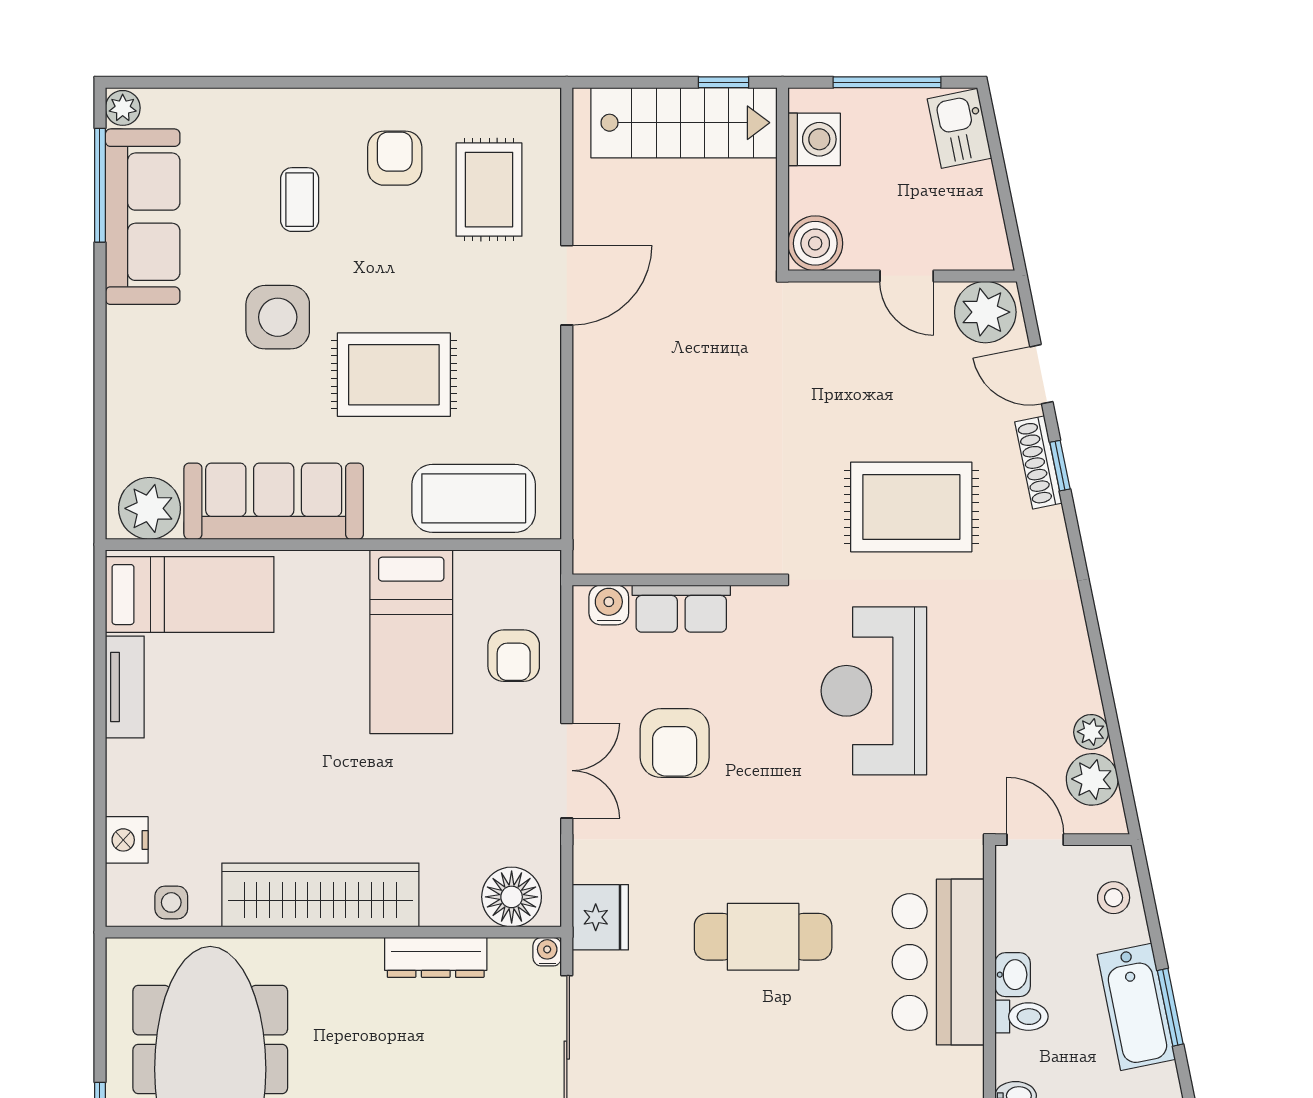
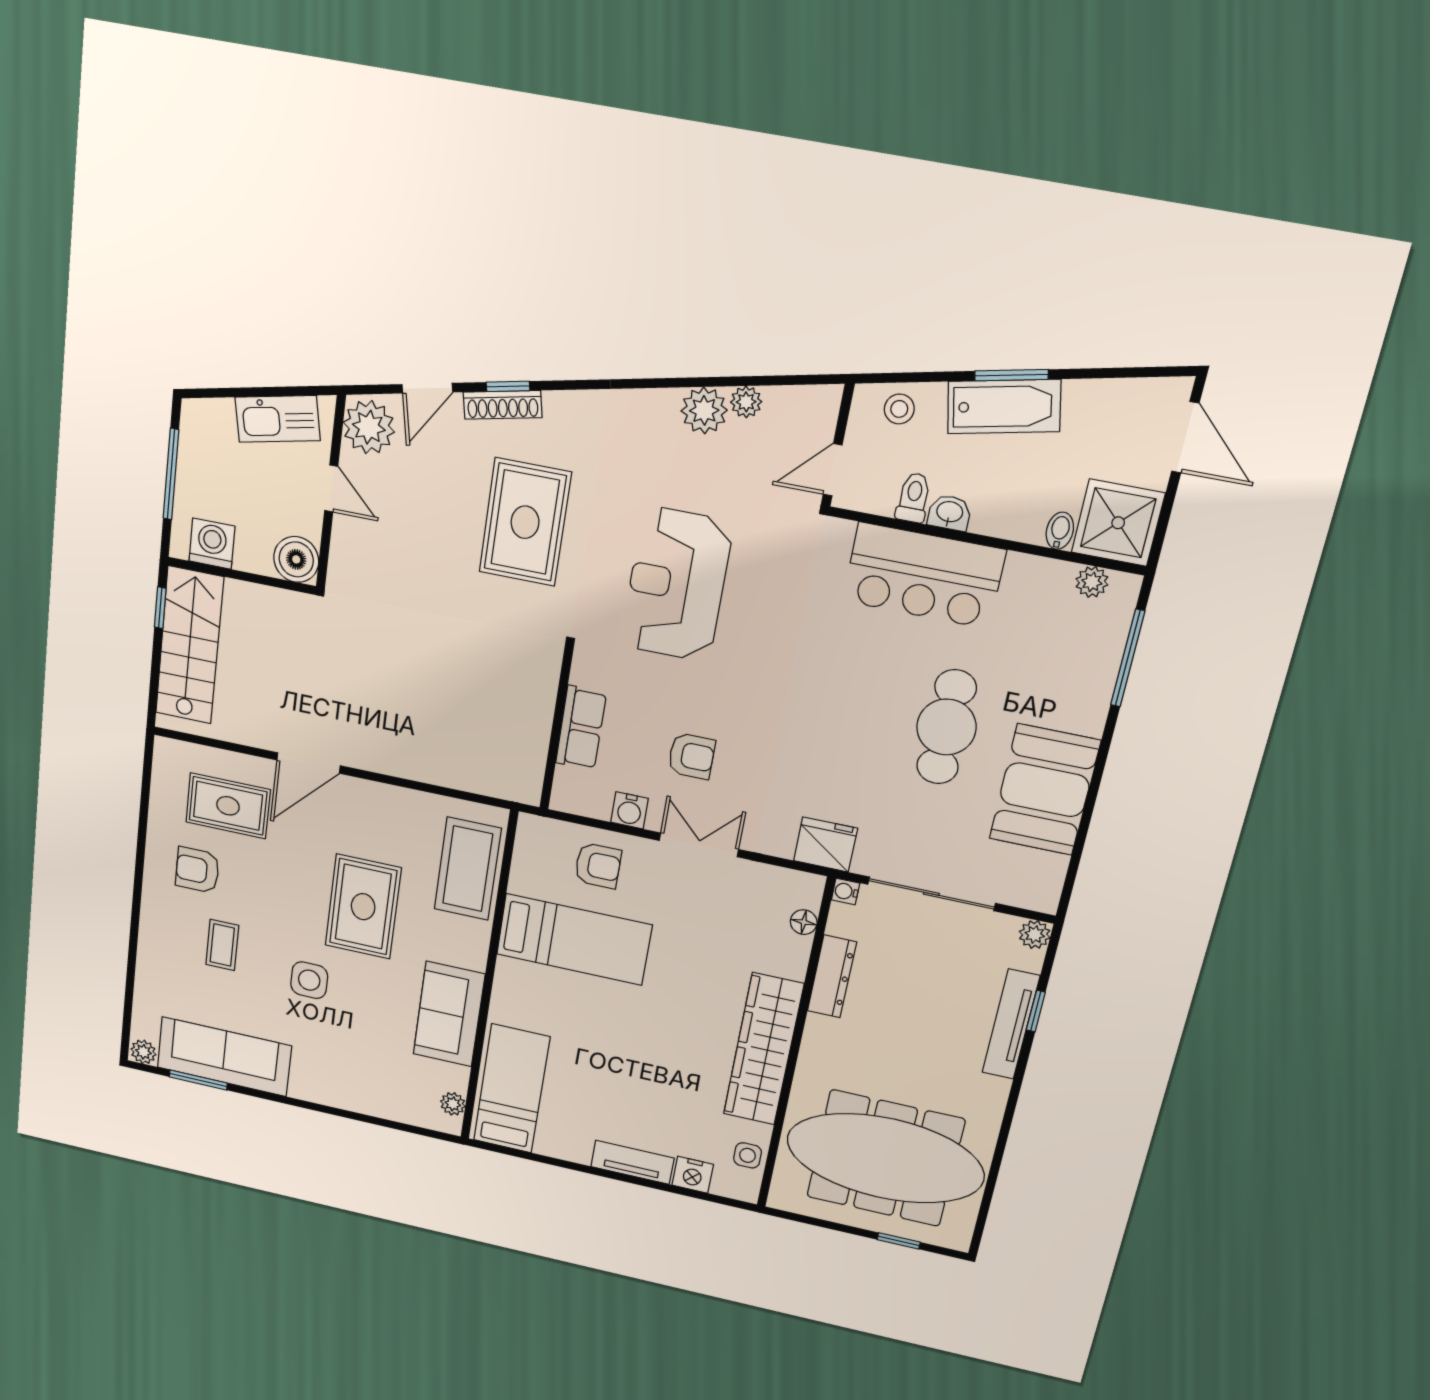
kitchen sink: (960, 128) -> (278, 419), moved, width x1.38
window: (100, 185) -> (198, 1080), width x0.69
coffee table: (300, 200) -> (222, 945), turned 90
door: (907, 276) -> (331, 489), hinge flipped
door: (567, 285) -> (309, 763), swing flipped
side table: (278, 317) -> (309, 980), width x0.73, depth x0.73
sofa: (274, 501) -> (449, 1014), width x0.73
plant: (149, 508) -> (453, 1104), width x0.53, depth x0.53
water cooler: (609, 605) -> (629, 810), moved, turned -90
tv unit: (125, 687) -> (632, 1162), moved
reception desk: (874, 691) -> (677, 584), turned 90
armchair: (675, 743) -> (692, 756), width x0.72, depth x0.72
plant: (1092, 779) -> (704, 410), moved
floor lamp: (512, 897) -> (804, 922), width x0.53, depth x0.53
cafe table: (763, 937) -> (946, 727), moved
toilet: (1021, 1017) -> (914, 498), moved

